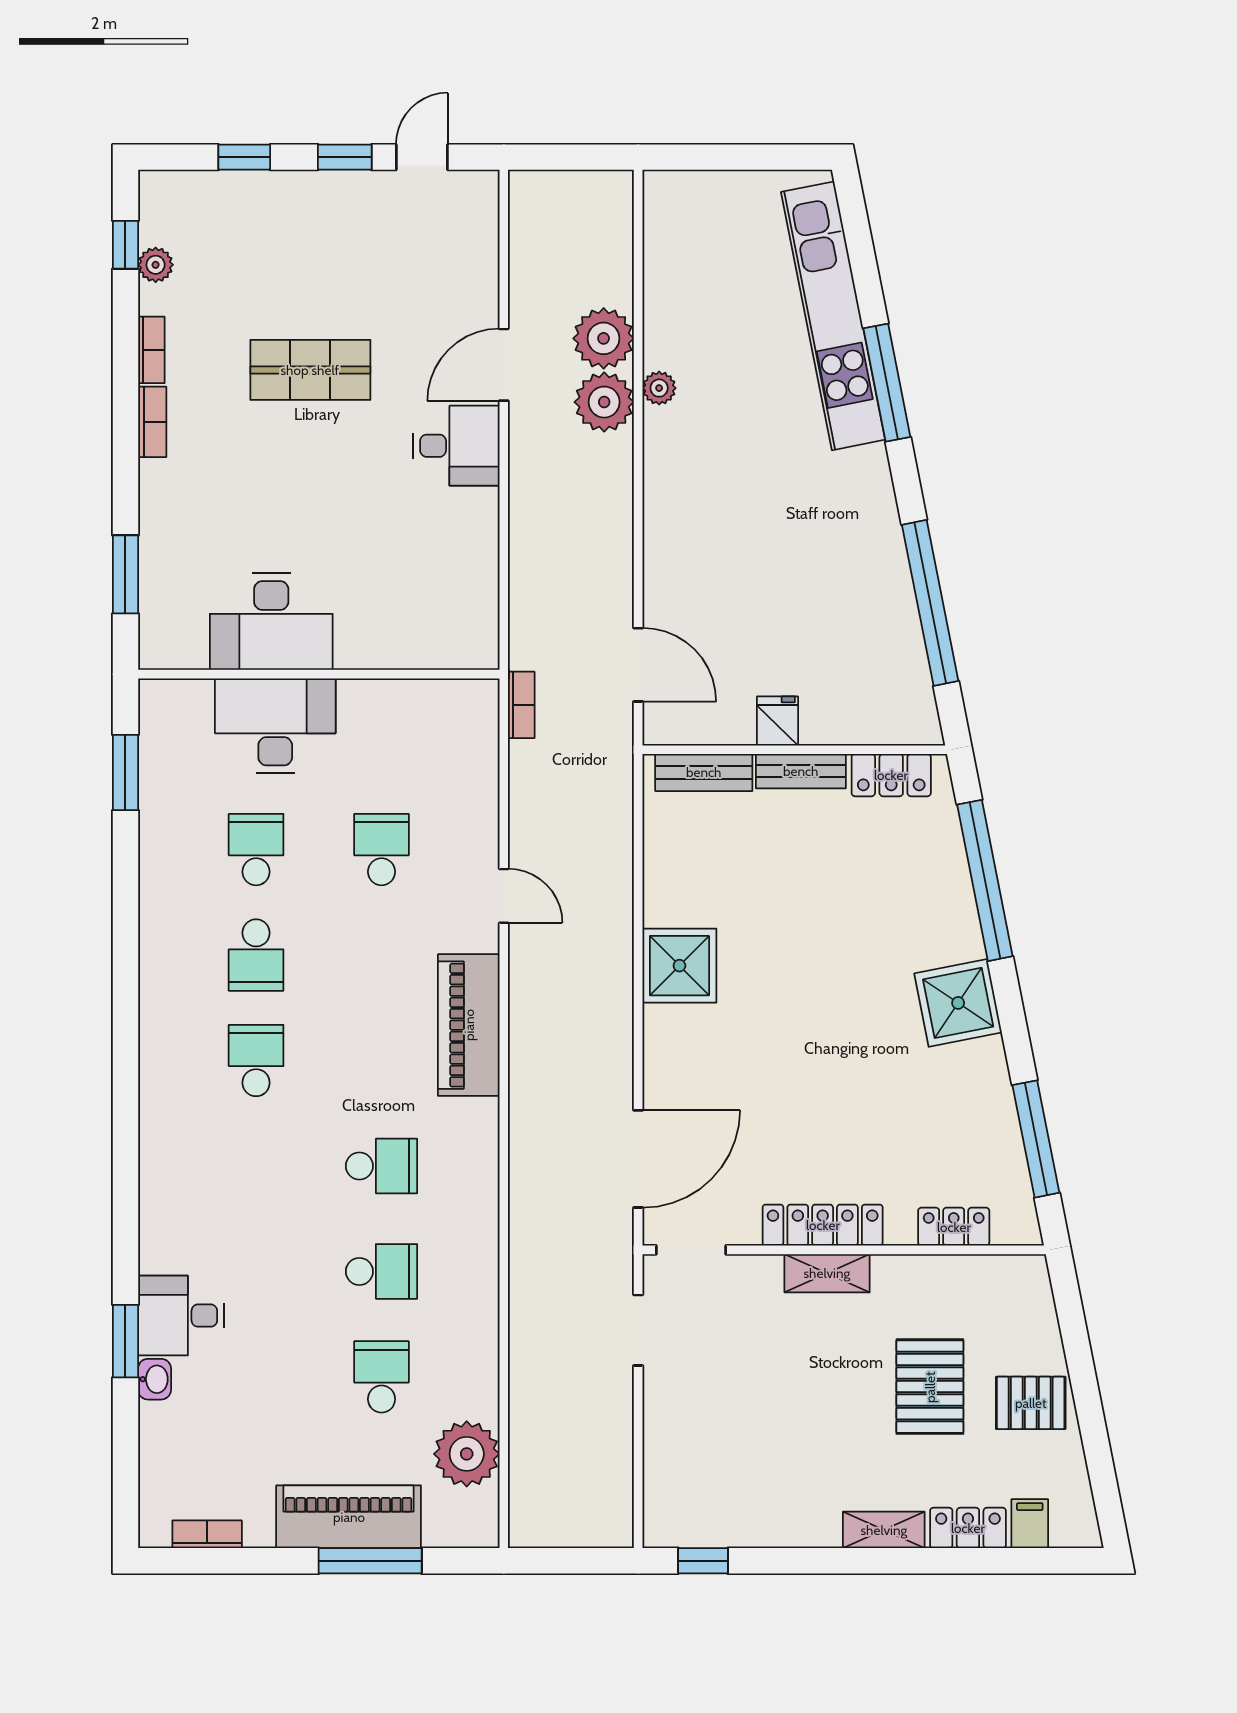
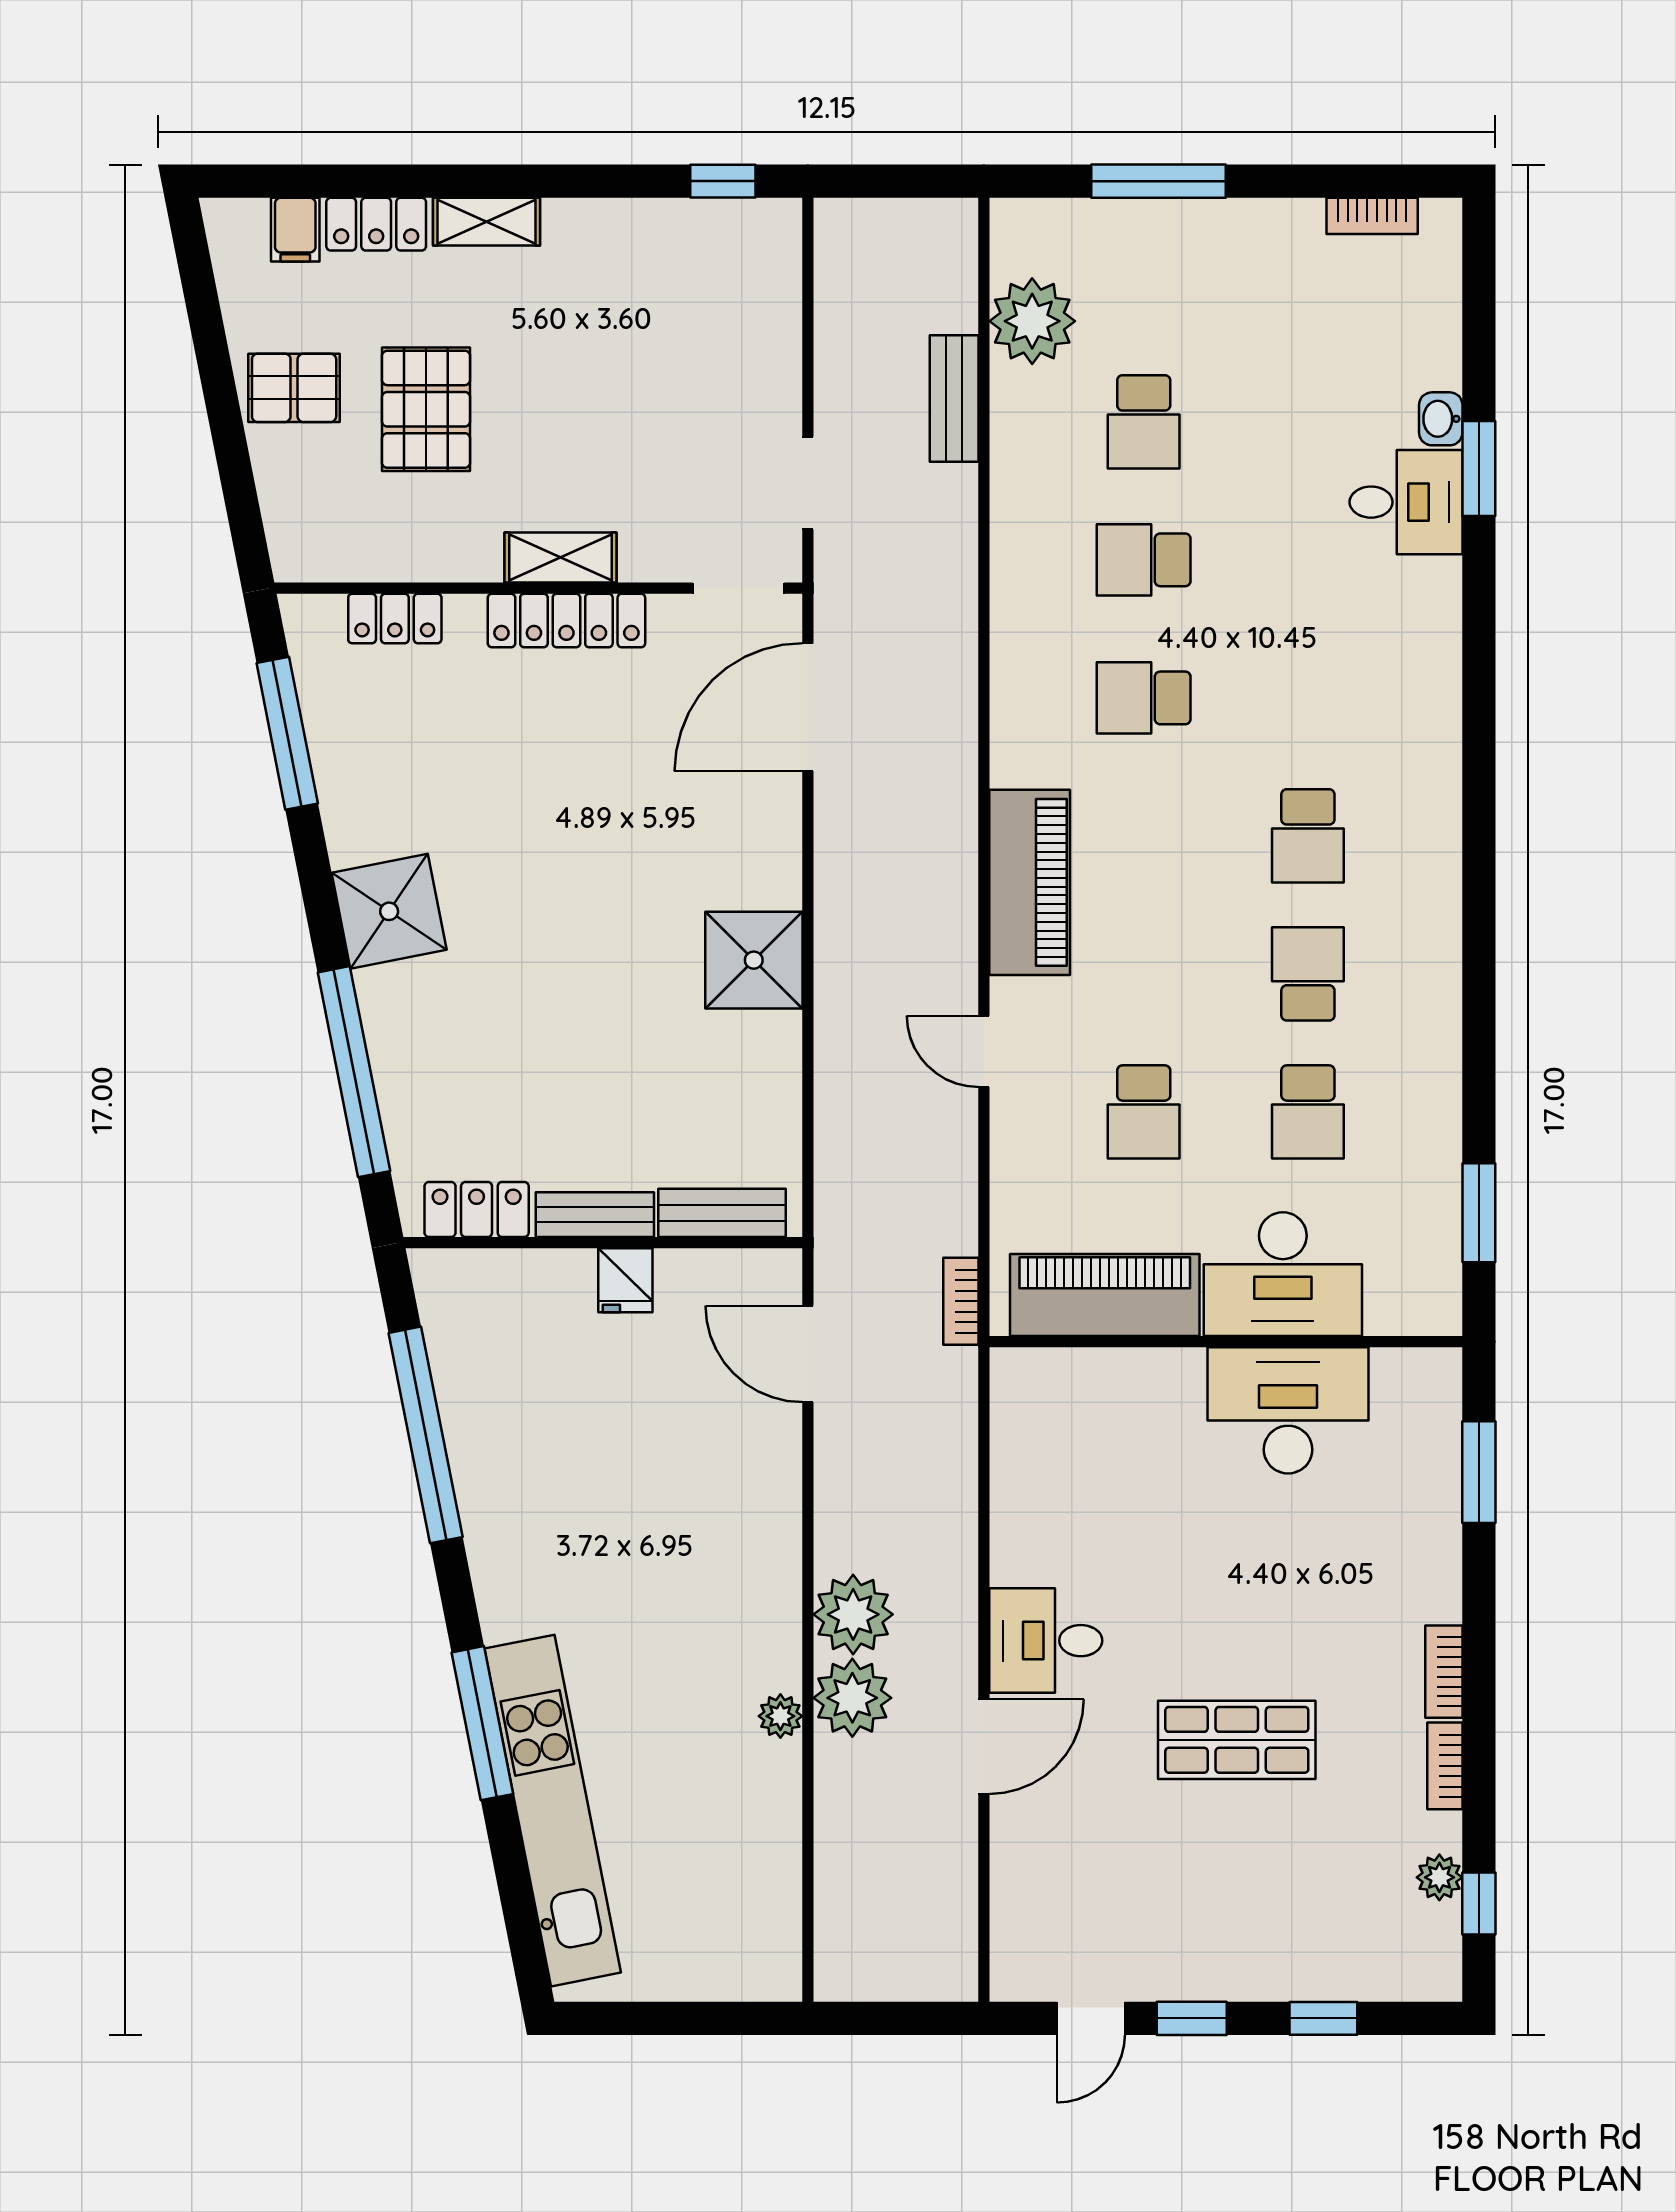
plant: (604, 338) -> (853, 1614), moved
bench: (526, 1395) -> (954, 398), added
piano: (349, 1517) -> (1105, 1295), moved, turned 180

